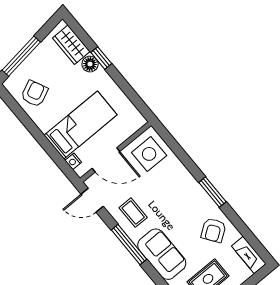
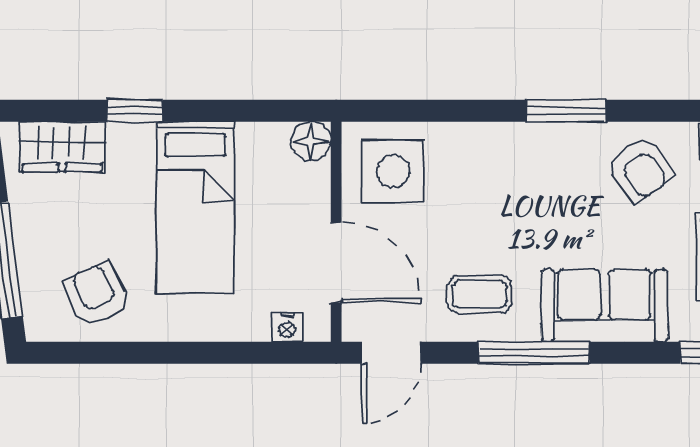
floor lamp: (90, 64) -> (311, 141), moved
bed: (81, 125) -> (195, 208), moved, turned 180
door: (106, 160) -> (336, 263), hinge flipped

